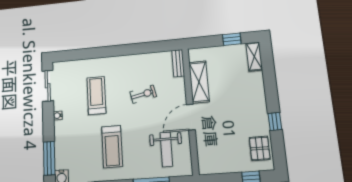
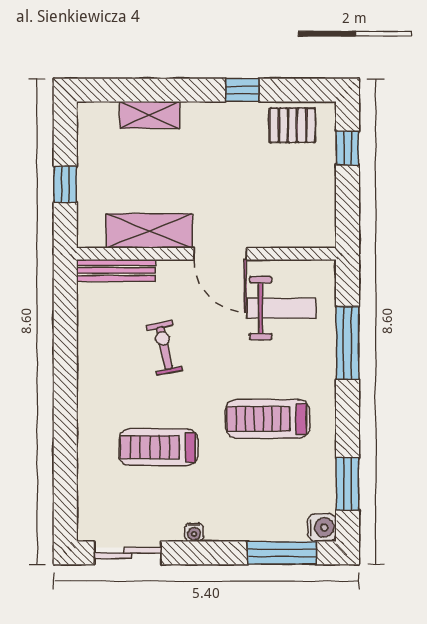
window: (232, 39) -> (65, 184), moved
shelving: (254, 57) -> (150, 115), moved
bench: (178, 63) -> (116, 270), width x1.36
treadmill: (112, 147) -> (268, 419), turned 180

